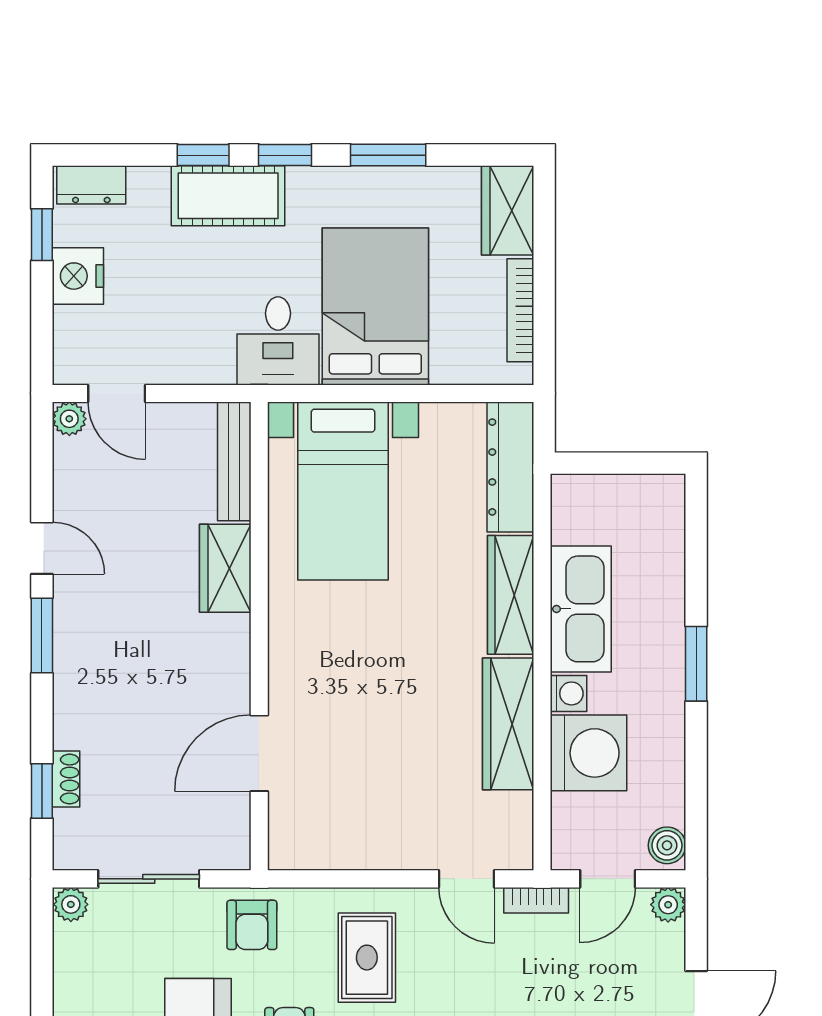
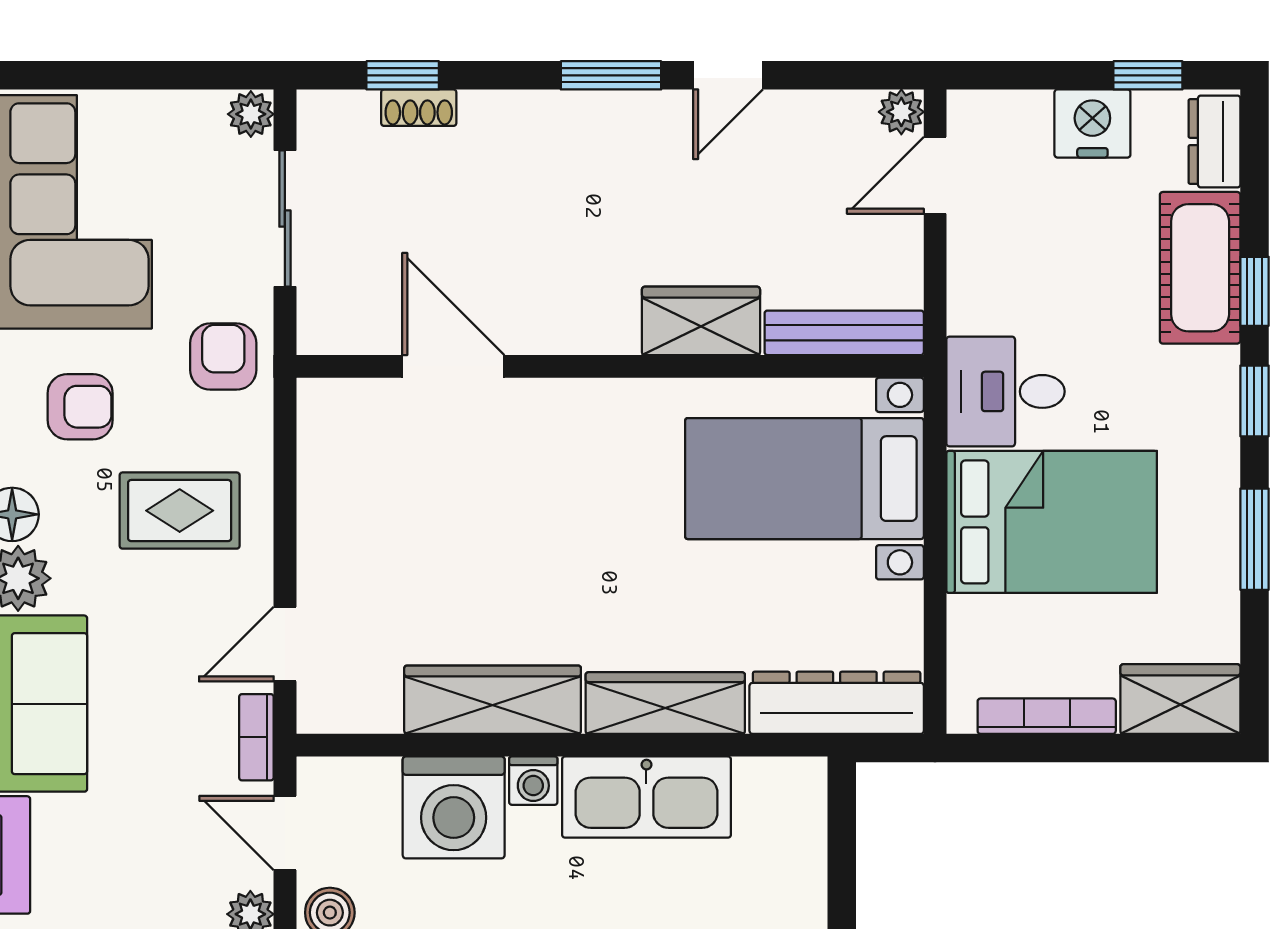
cot: (228, 196) -> (1200, 268), moved
armchair: (252, 925) -> (223, 357), turned 90

